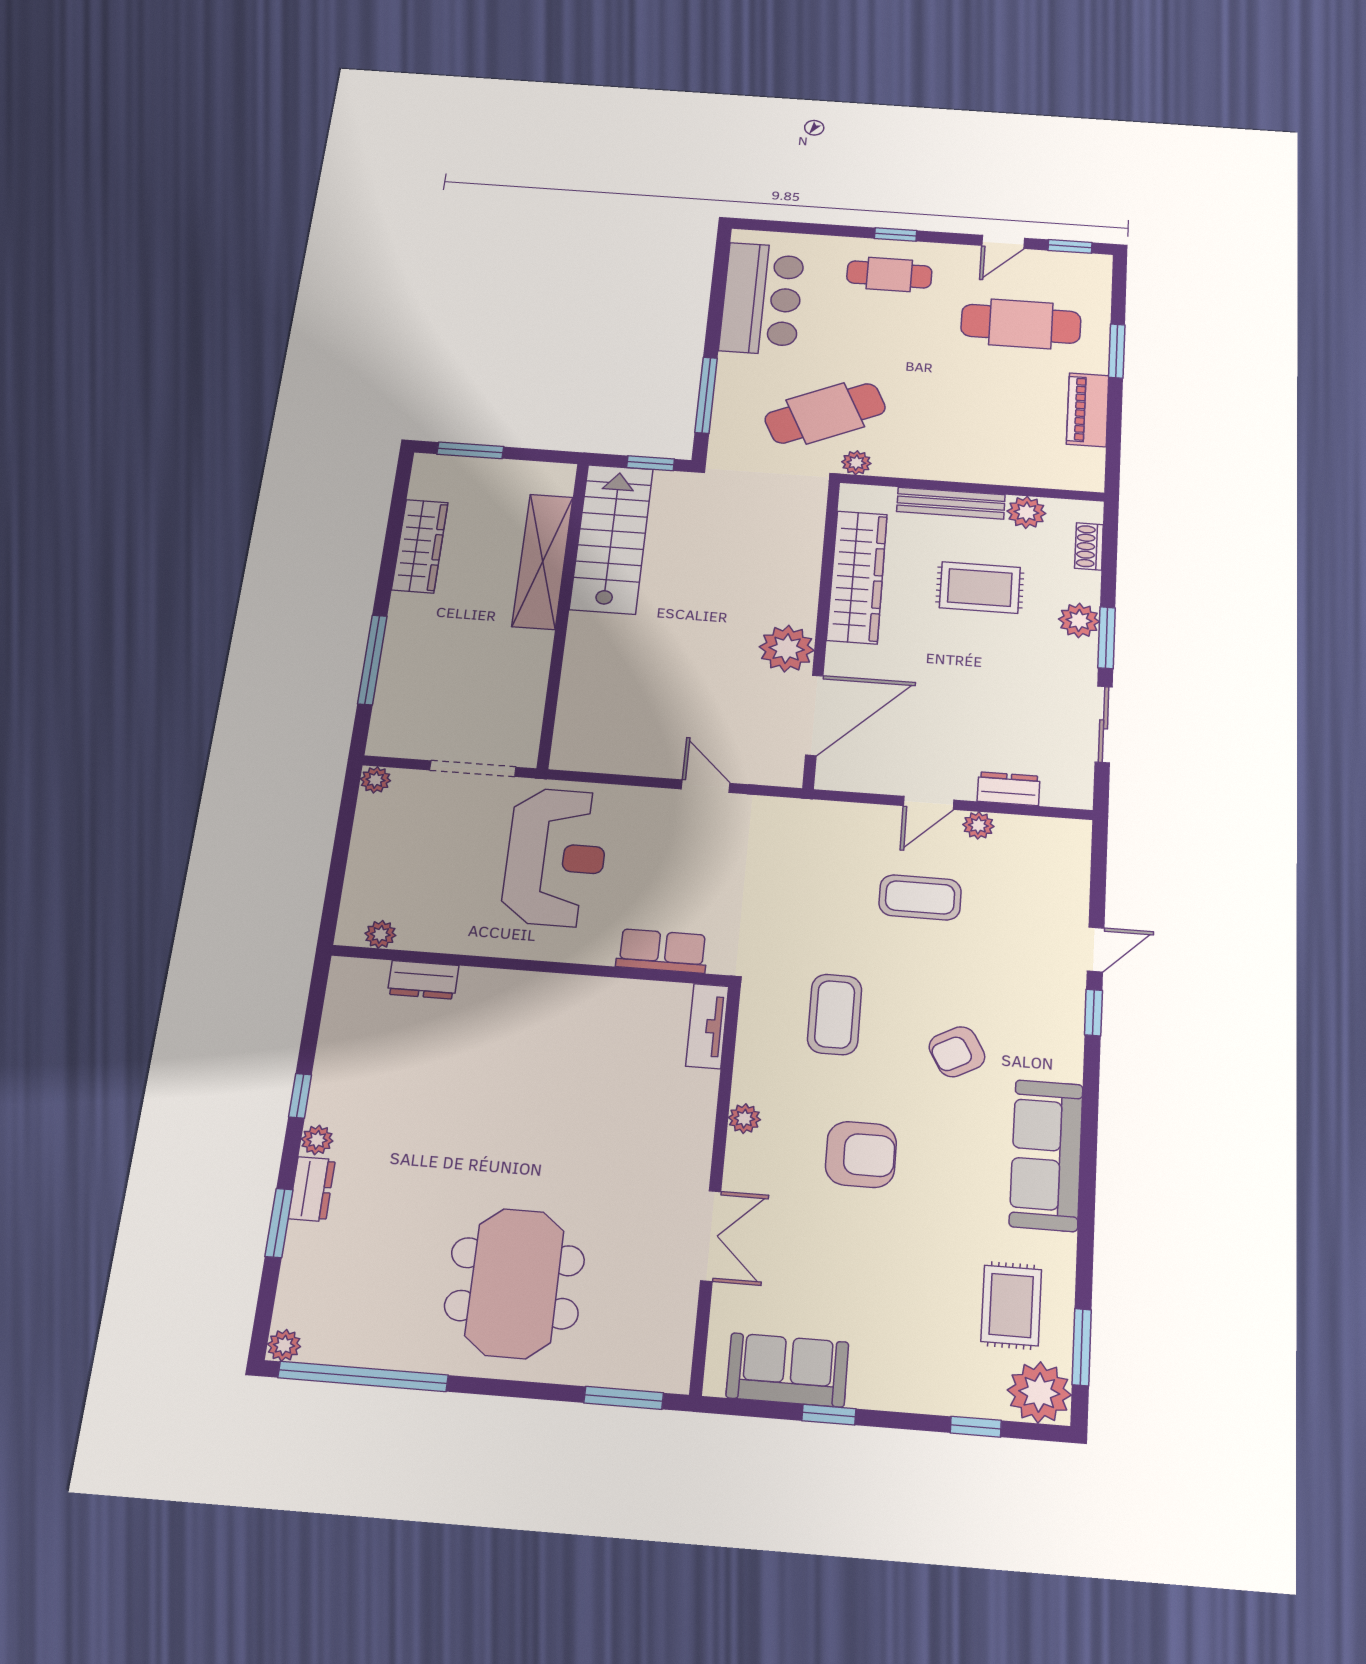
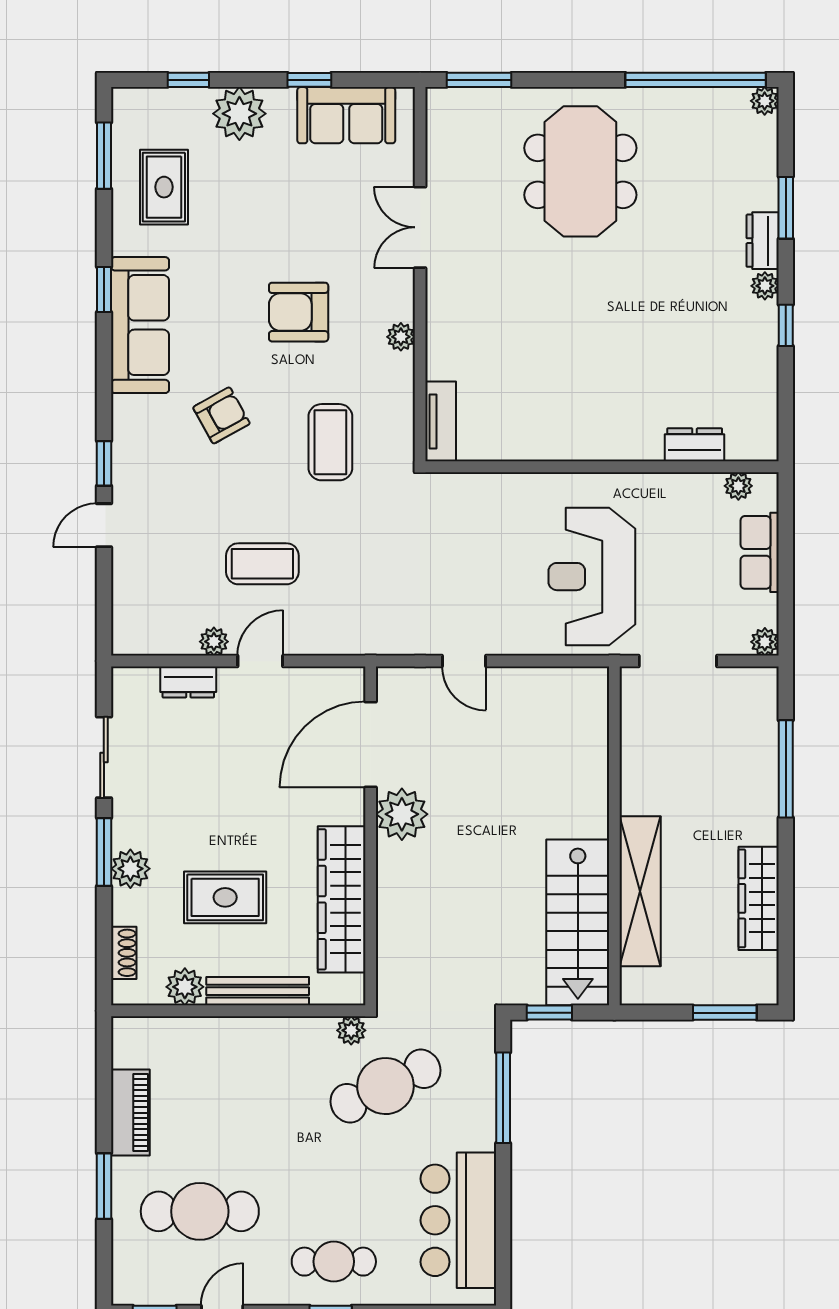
row of seats: (662, 951) -> (760, 552), moved, turned 90
window: (1087, 1197) -> (104, 290), added
plant: (1039, 1392) -> (239, 114), moved

